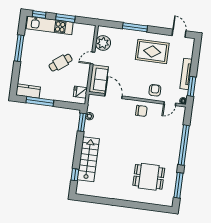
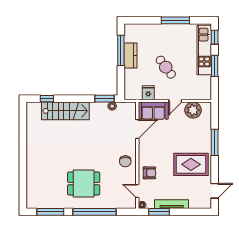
rug: (152, 51) -> (191, 164), turned 90
door: (92, 58) -> (175, 101), swing flipped
kitchen counter: (28, 91) -> (130, 56), moved
fridge: (80, 92) -> (148, 93), moved
dining table: (149, 177) -> (84, 184), moved, turned 90

